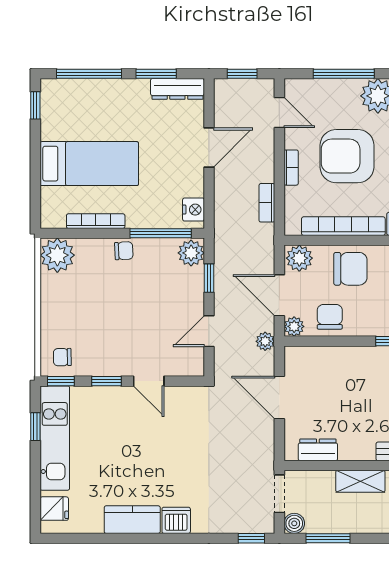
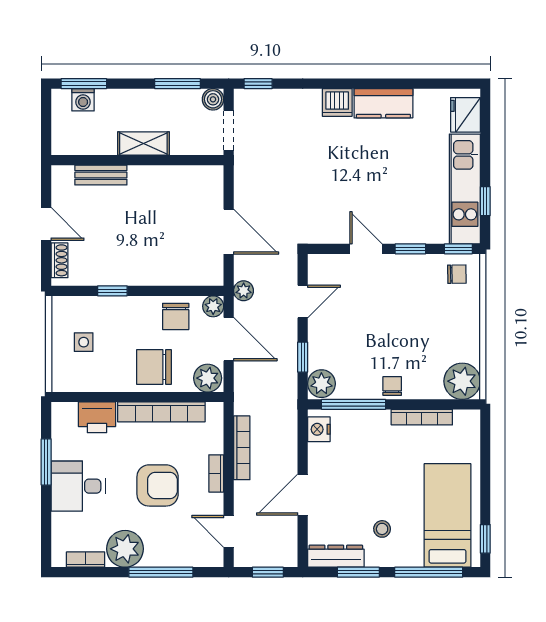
stool: (133, 115) -> (382, 529), added
armchair: (347, 156) -> (158, 485), width x0.73, depth x0.73
bed: (89, 164) -> (448, 515), moved, turned 90
bookcase: (267, 203) -> (242, 448), width x1.56
chair: (124, 251) -> (392, 386), turned 93
dresser: (318, 450) -> (188, 177), removed
fridge: (54, 509) -> (465, 115), width x1.38

